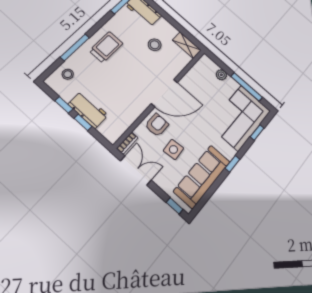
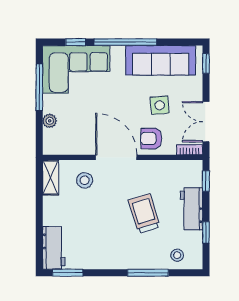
stool: (155, 45) -> (85, 180), moved
trolley: (106, 47) -> (144, 214), moved, turned 73
window: (83, 122) -> (206, 181), moved
window: (232, 164) -> (125, 42), width x3.17

